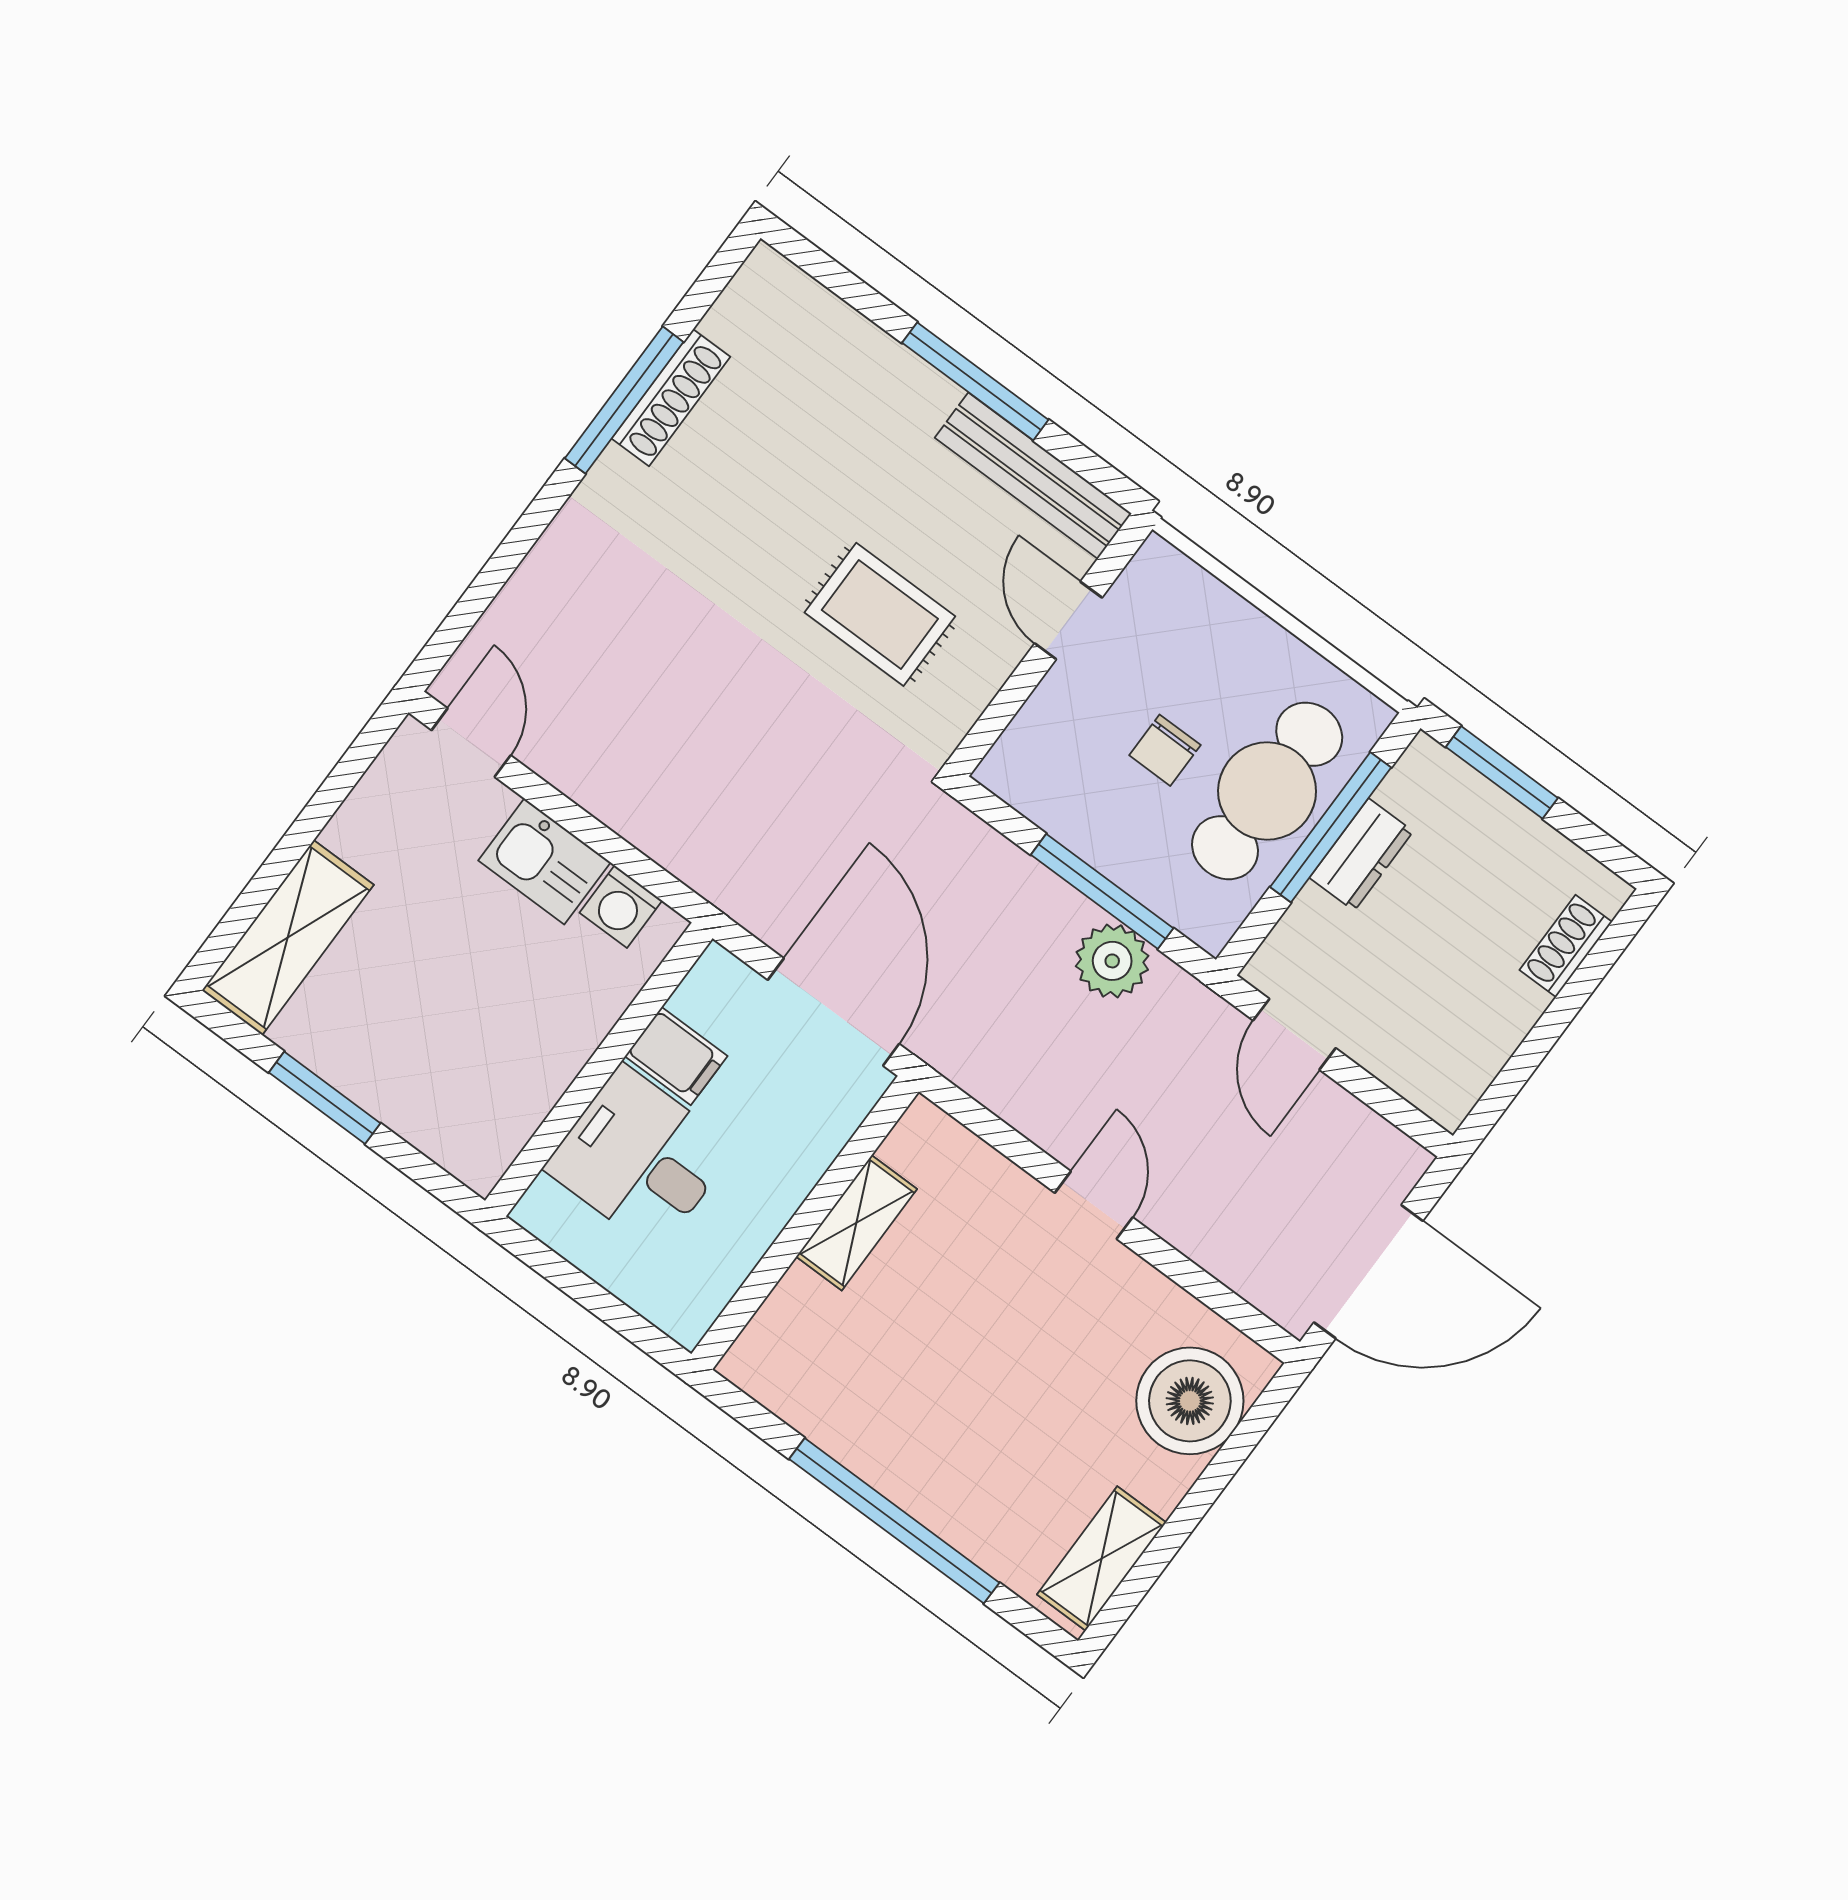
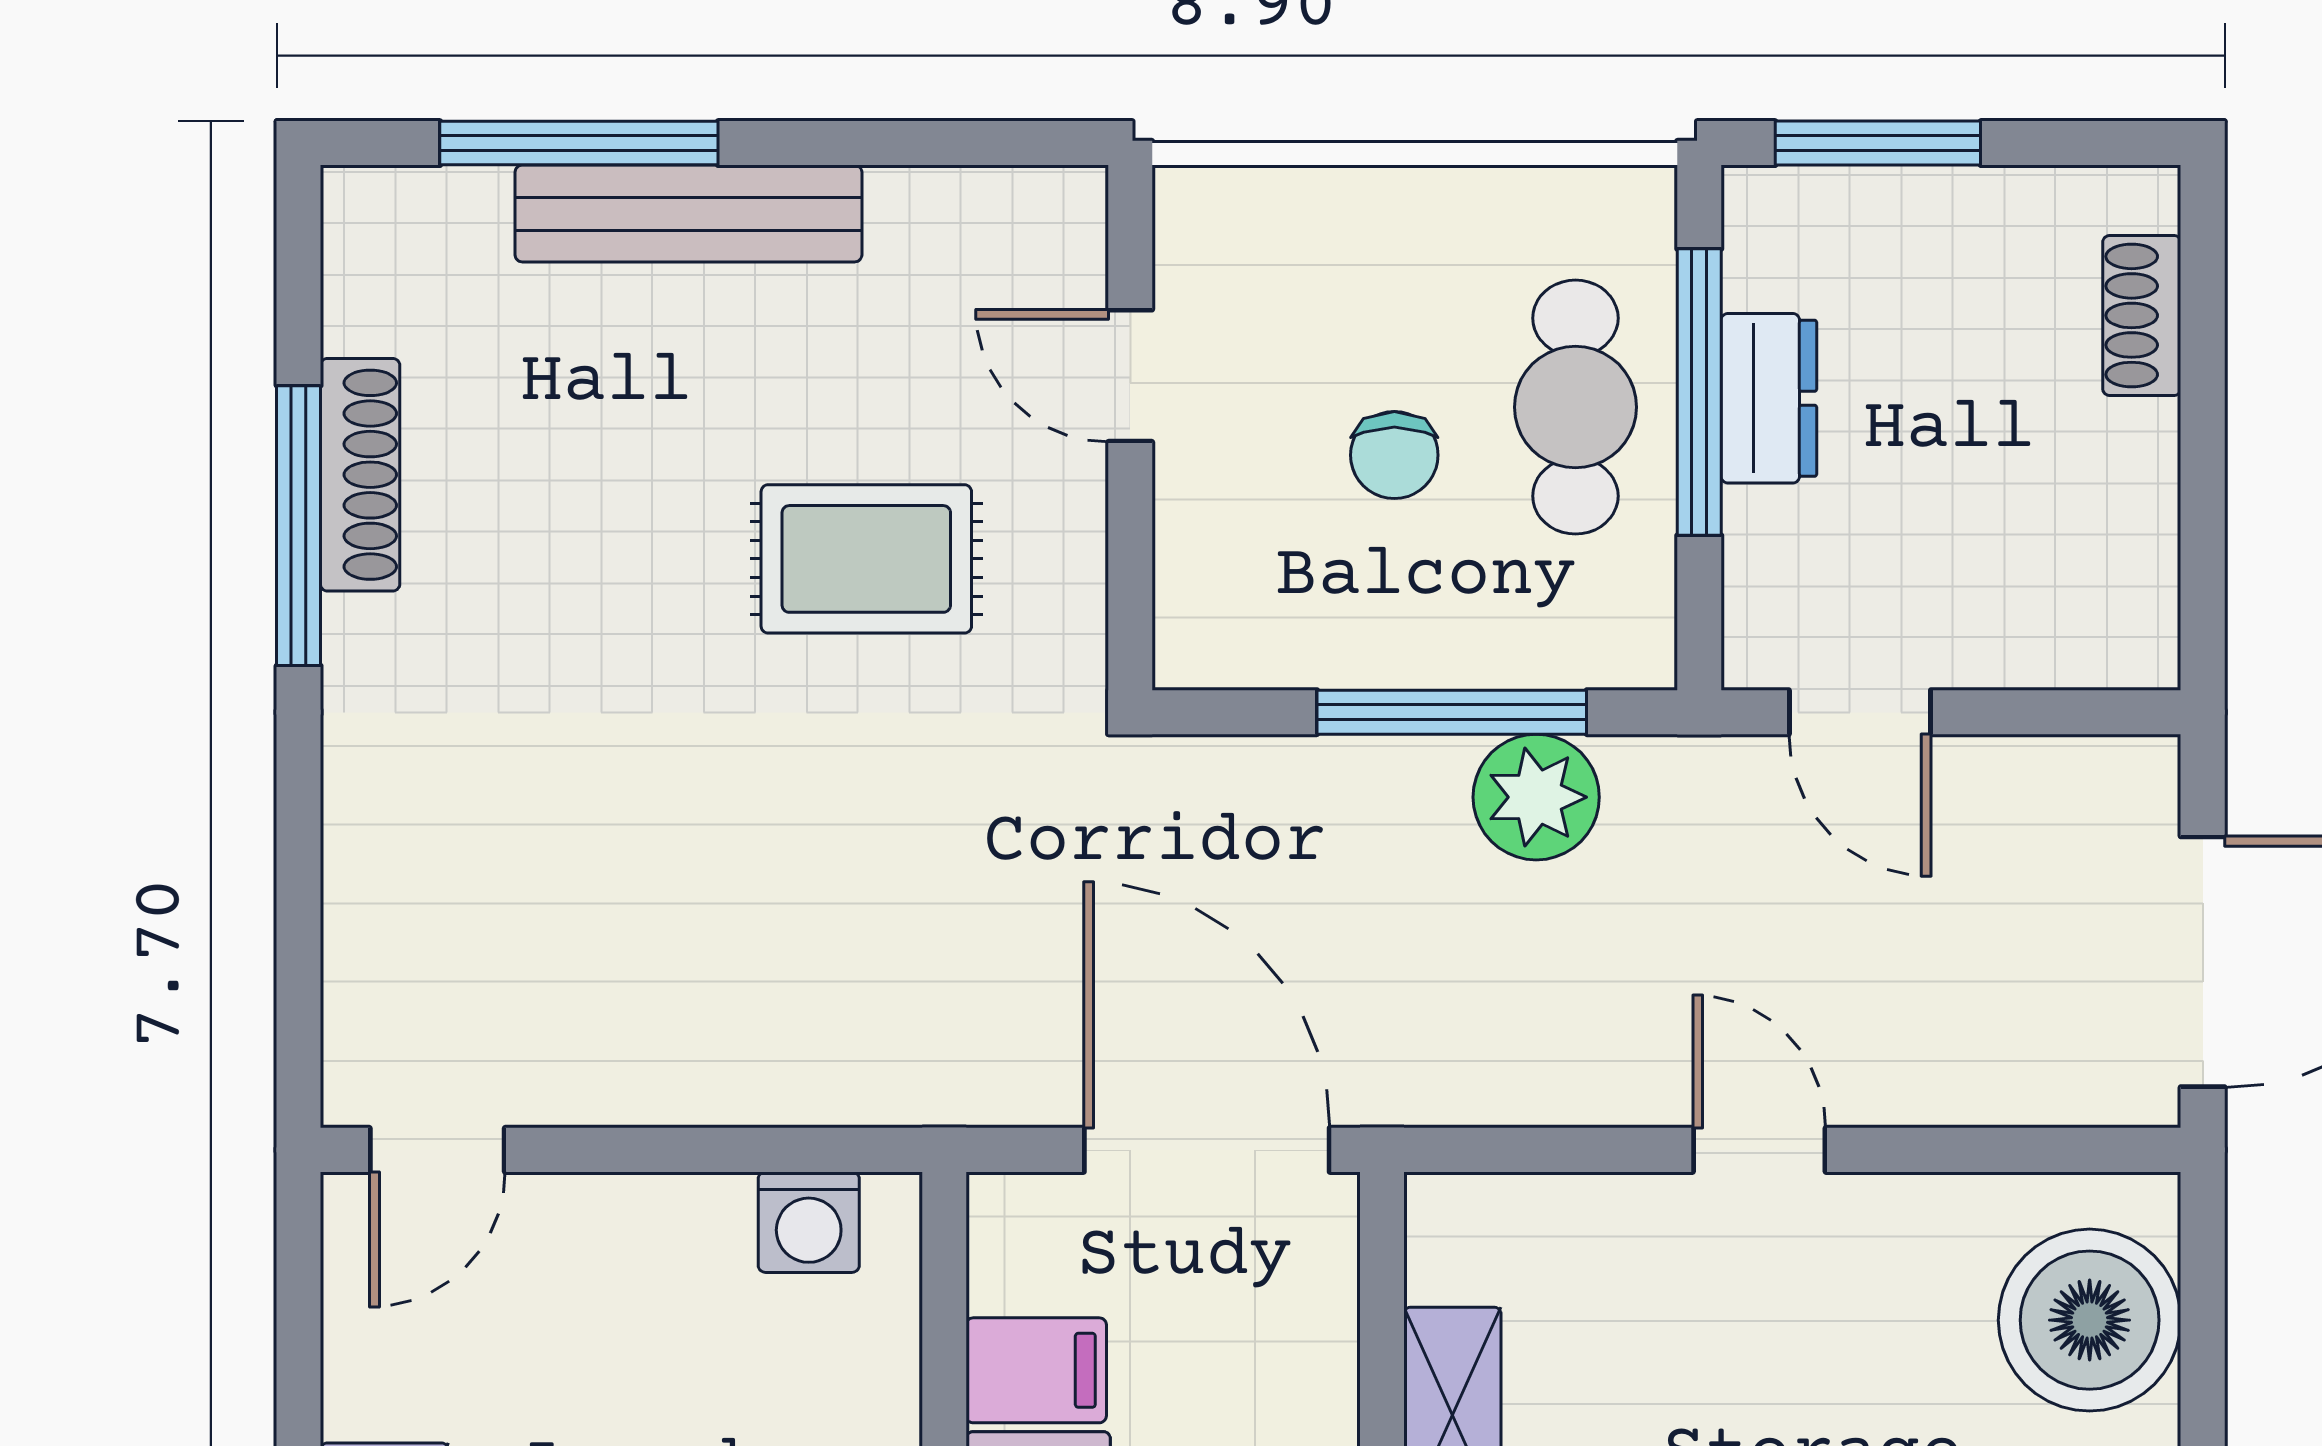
window: (975, 381) -> (579, 143), moved
bench: (1033, 476) -> (688, 214), moved
door: (471, 743) -> (437, 1150), swing flipped
cafe table: (1267, 791) -> (1575, 407), width x0.73, depth x0.74
kitchen sink: (544, 862) -> (658, 1238), removed

